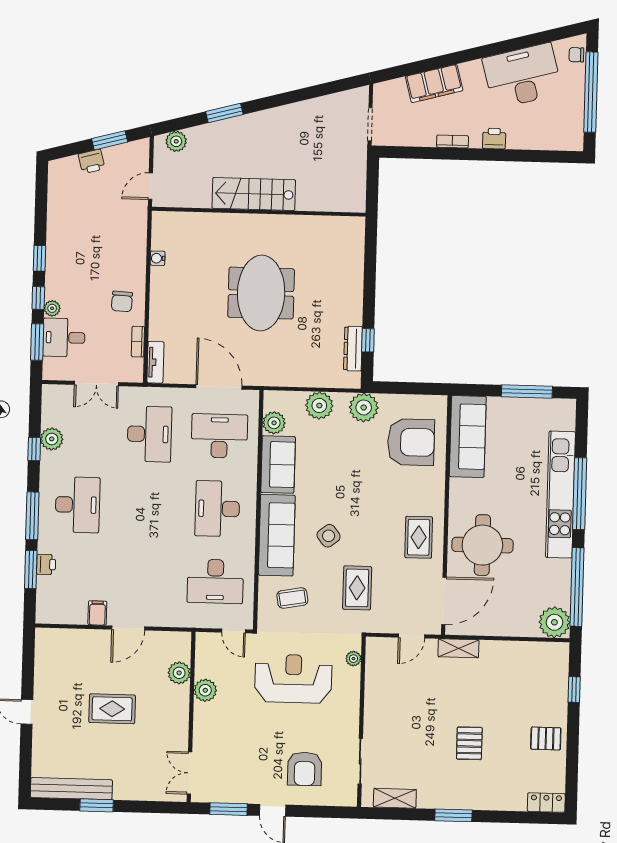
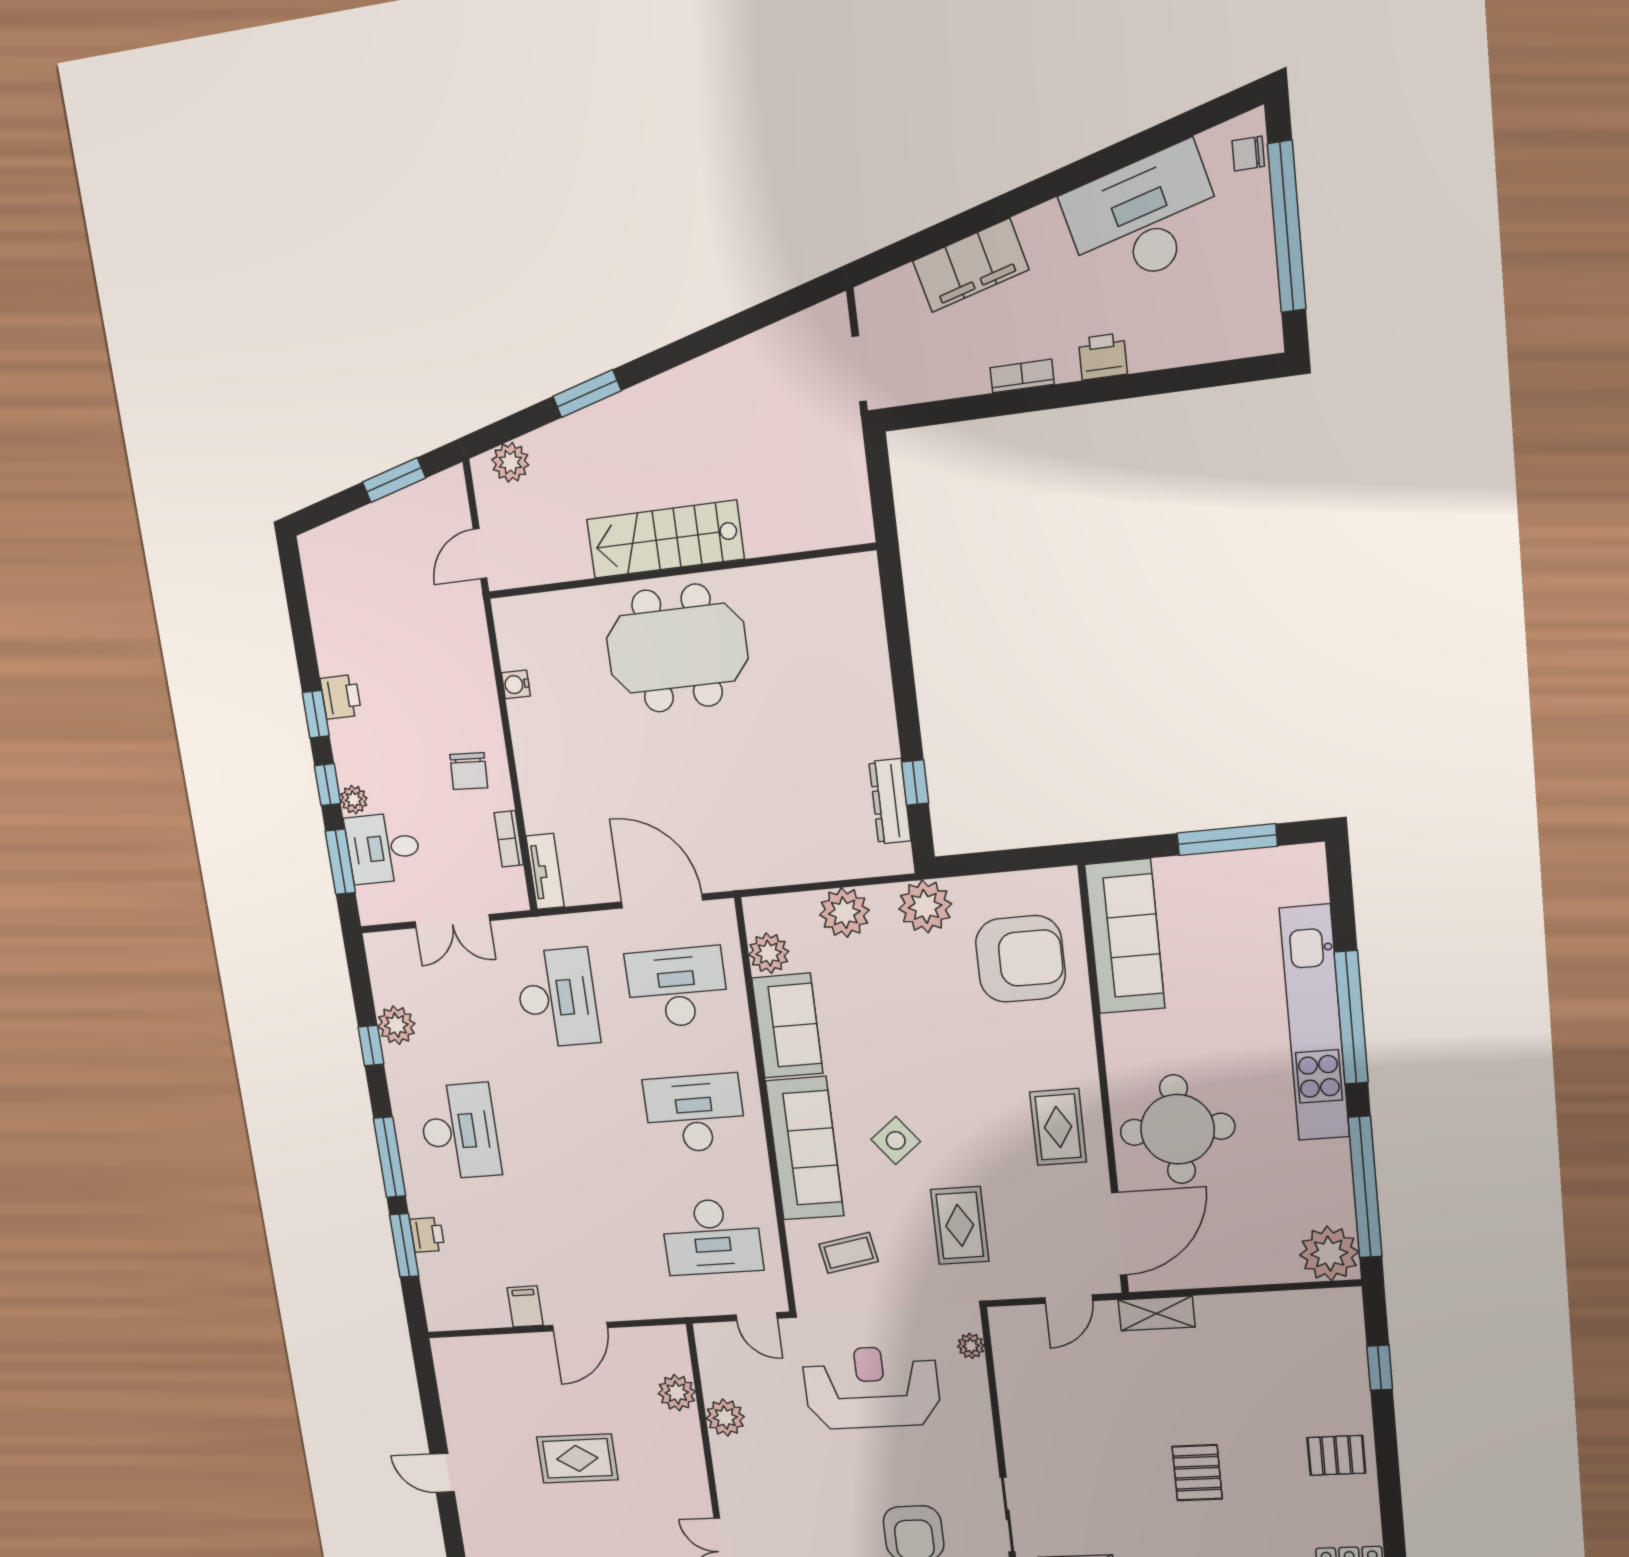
printer: (92, 161) -> (341, 697), moved, turned -75
meeting table: (261, 293) -> (677, 648), moved, turned 90
desk: (217, 509) -> (695, 1113), turned 90

